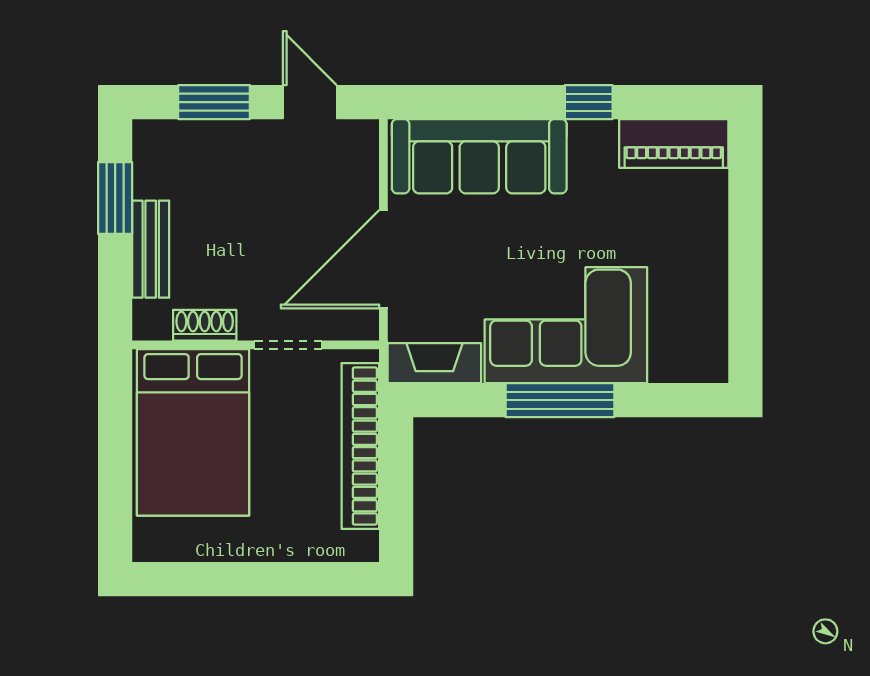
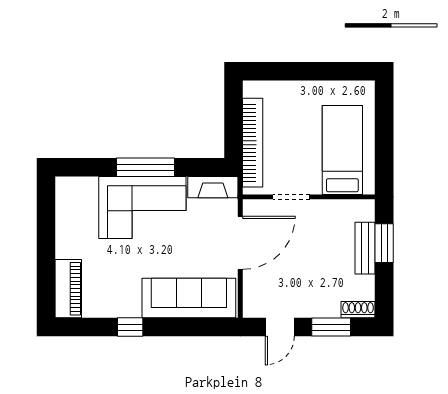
door: (310, 102) -> (280, 327), hinge flipped
piano: (674, 144) -> (68, 289), moved, turned 90
window: (115, 198) -> (384, 243), moved
shoe rack: (205, 325) -> (358, 310), moved, turned 180
bed: (193, 432) -> (342, 150), width x0.67

